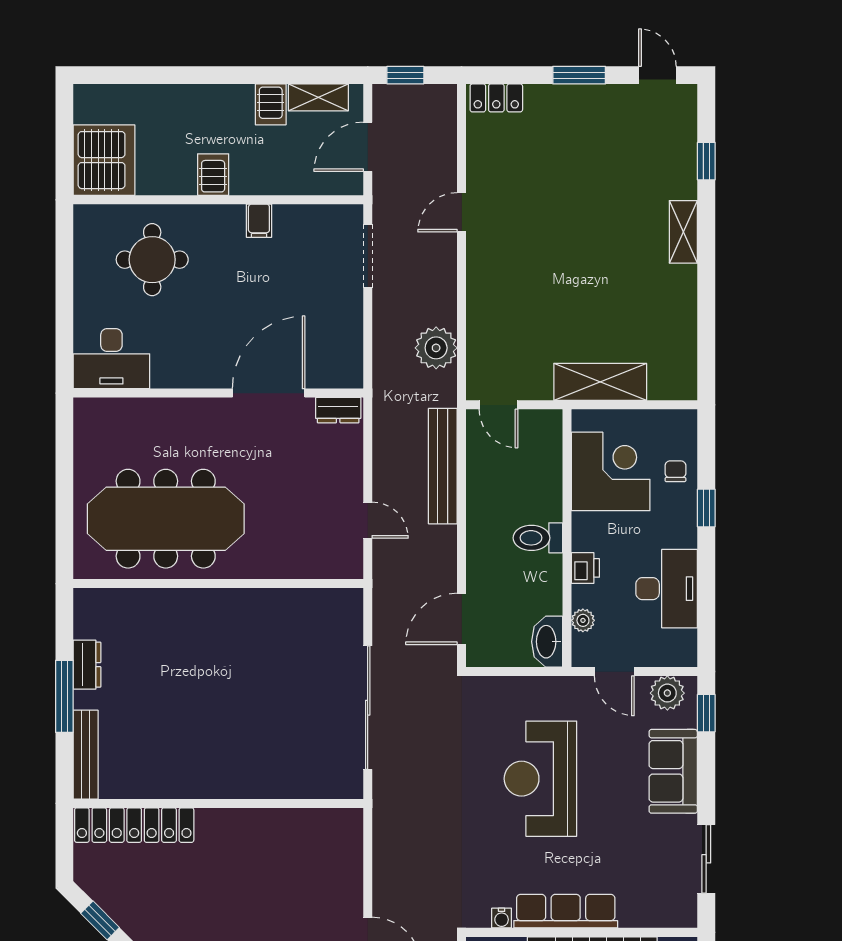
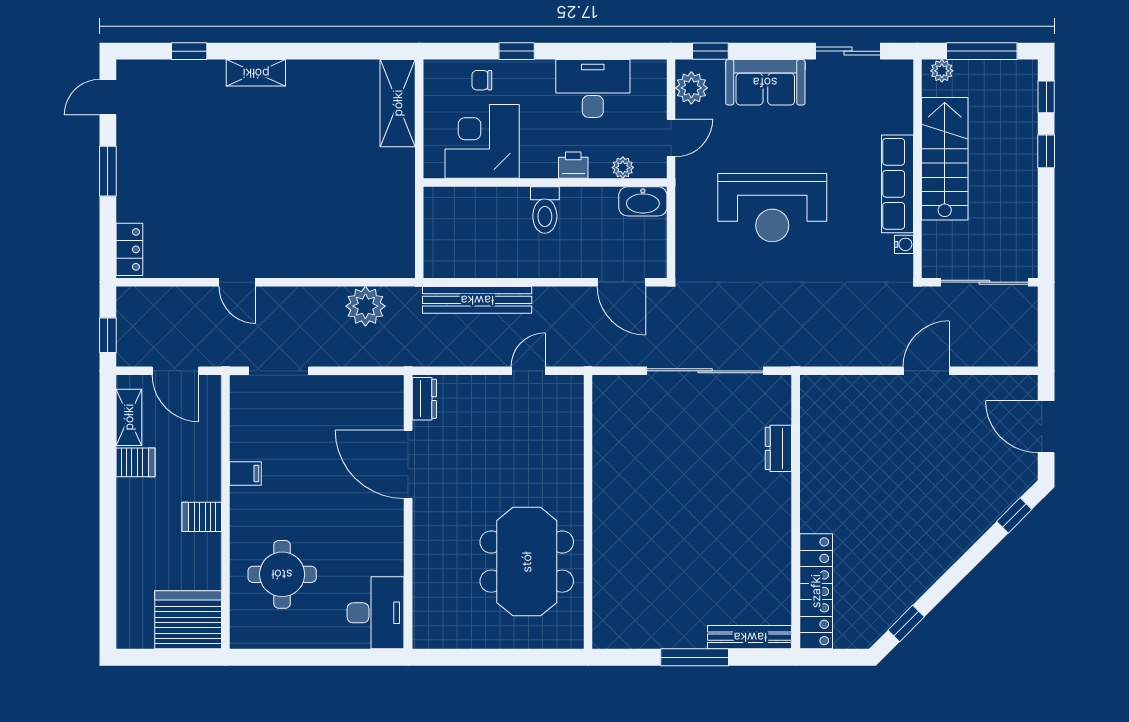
shelving: (600, 382) -> (398, 103), moved
door: (498, 405) -> (419, 247), removed
meeting table: (166, 519) -> (527, 562), width x0.73
dresser: (87, 665) -> (778, 448), moved, turned -90

